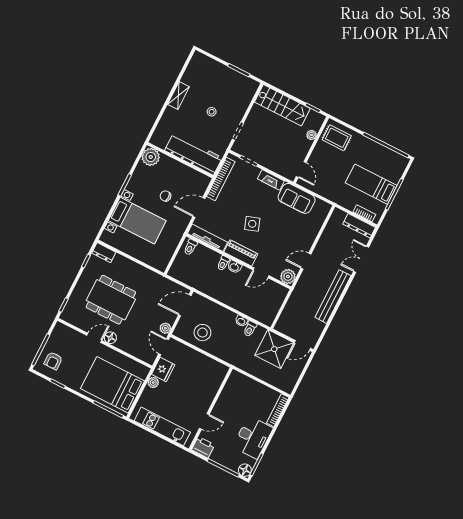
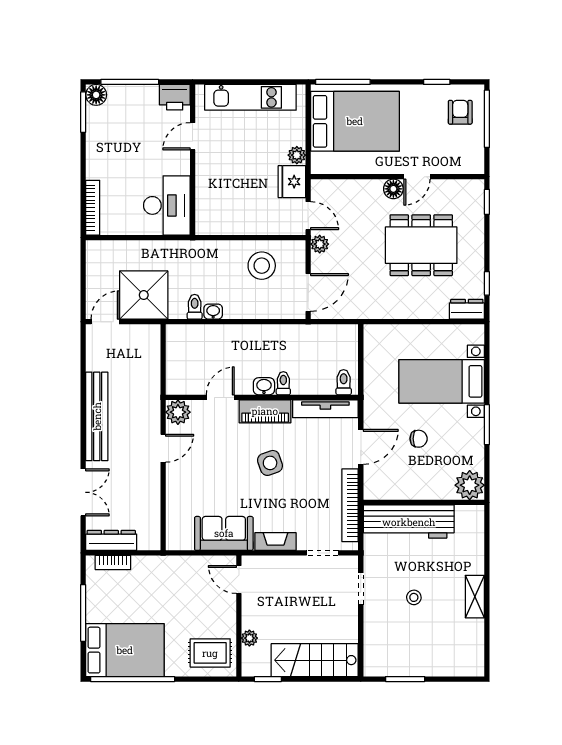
bed: (371, 184) -> (125, 650), moved, width x1.50
desk: (253, 437) -> (167, 205), moved, turned 180

